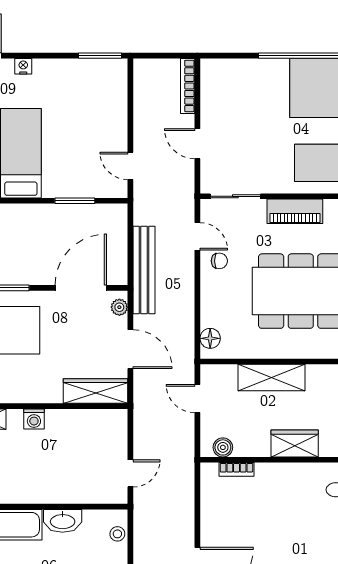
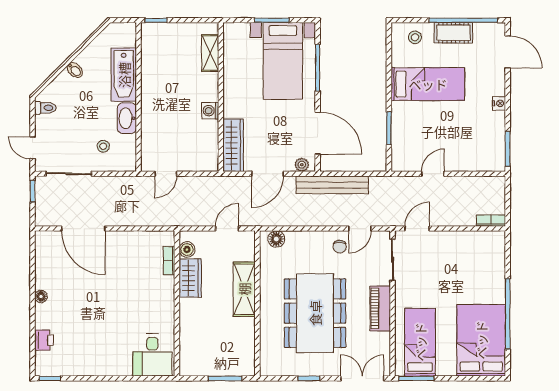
nightstand: (23, 66) -> (499, 103), moved
bookcase: (188, 86) -> (491, 221), width x0.64
door: (197, 144) -> (417, 229), moved
door: (130, 166) -> (433, 174), moved
washing machine: (34, 419) -> (210, 111), moved
wardrobe: (295, 444) -> (190, 278), moved
door: (130, 473) -> (166, 174), hinge flipped
stool: (117, 534) -> (103, 146), moved

